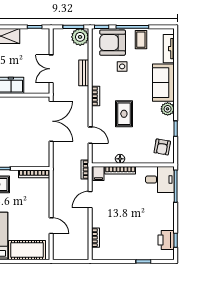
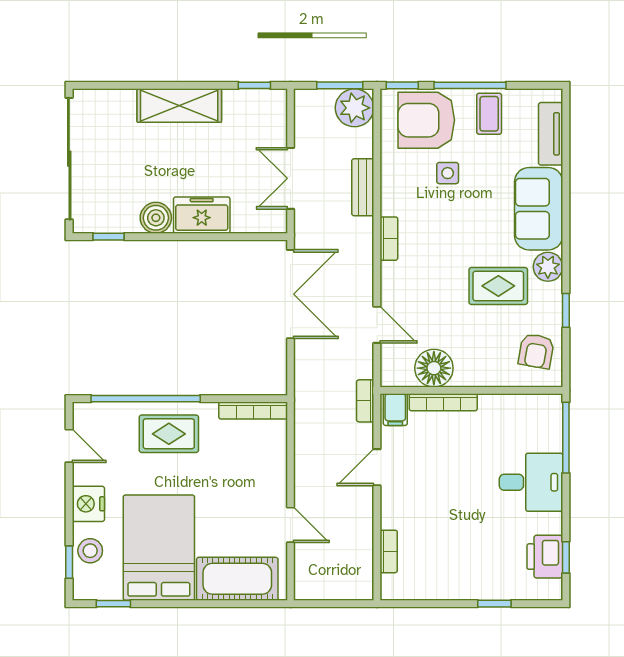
rug: (124, 114) -> (498, 286), moved, turned 90
floor lamp: (120, 159) -> (434, 368), width x1.89, depth x1.89
desk: (160, 180) -> (531, 482), moved

